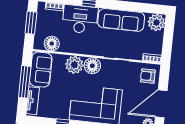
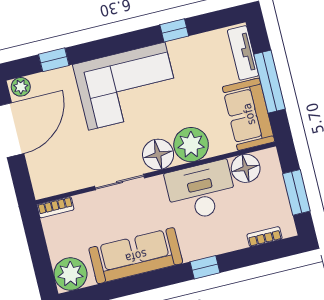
desk: (80, 19) -> (201, 191), moved, turned 180
armchair: (148, 76) -> (51, 172), removed

